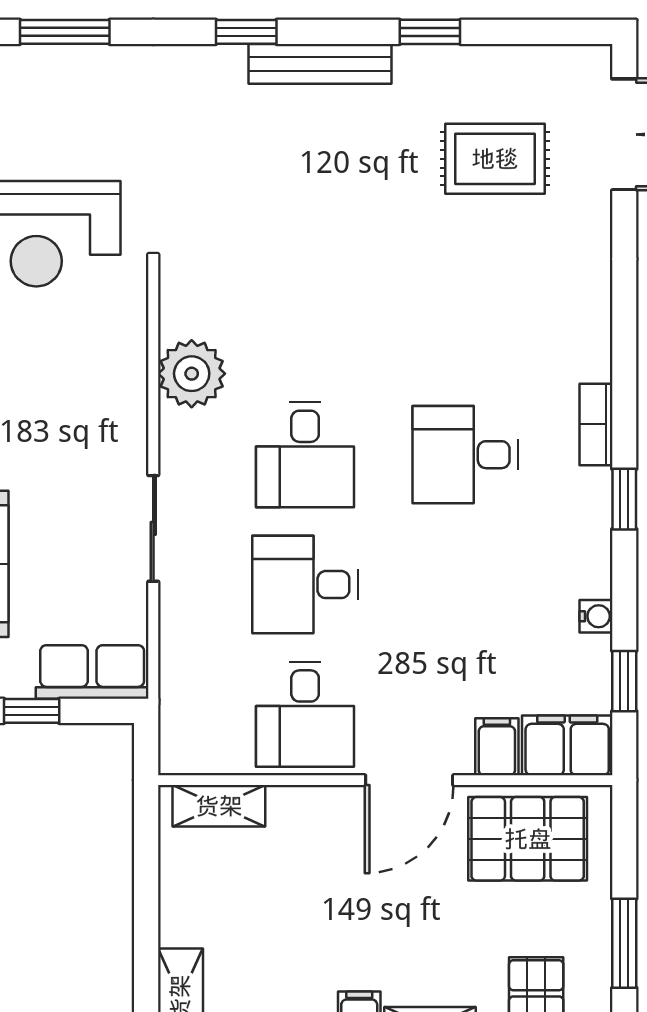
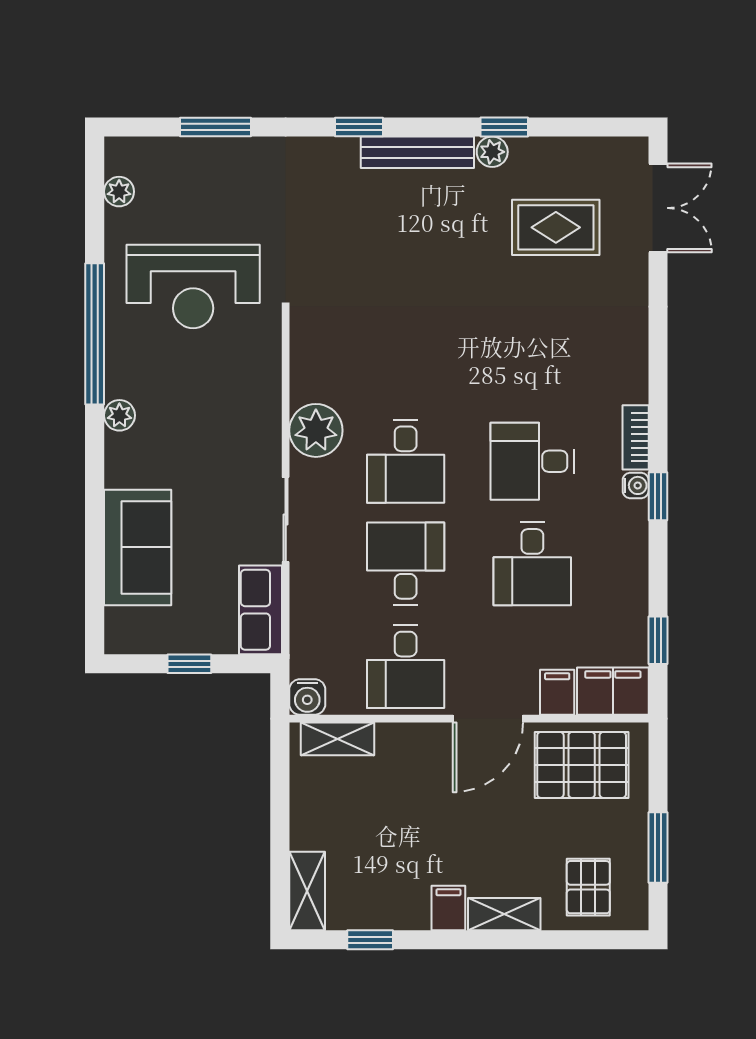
plant: (415, 63) -> (492, 152), added
plant: (192, 374) -> (316, 430), moved
desk: (305, 585) -> (406, 564), turned 90
desk: (465, 585) -> (532, 564), added
water cooler: (596, 616) -> (636, 485), moved
row of seats: (92, 672) -> (261, 610), moved, turned -90
water cooler: (181, 753) -> (307, 697), added

